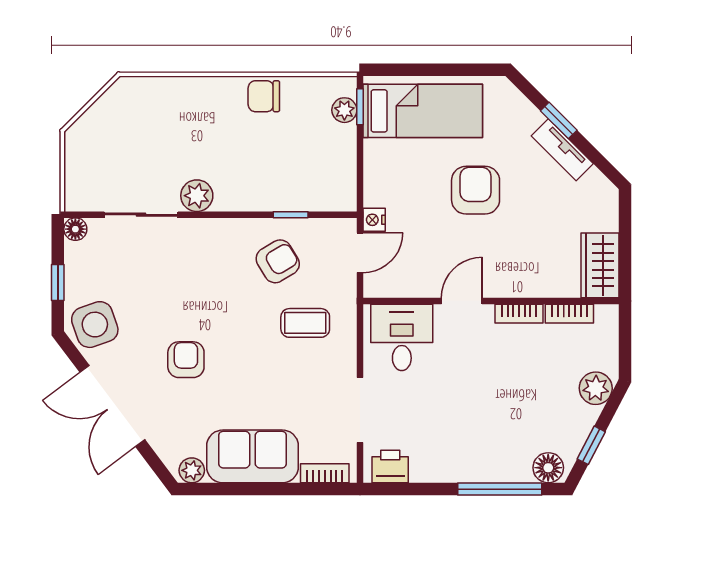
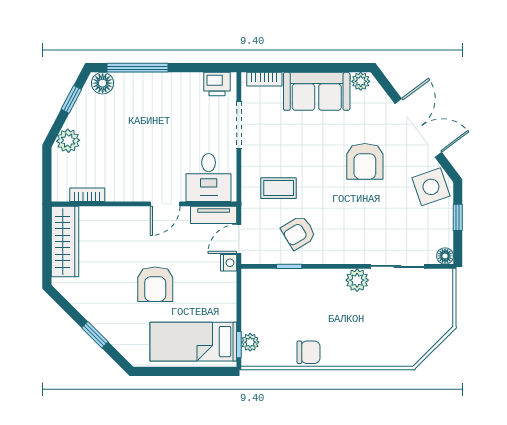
tv unit: (562, 150) -> (214, 215), moved, turned 135
wardrobe: (600, 265) -> (65, 242), width x1.50
bookcase: (519, 314) -> (124, 195), removed
armchair: (186, 360) -> (365, 161), width x1.38, depth x1.38

